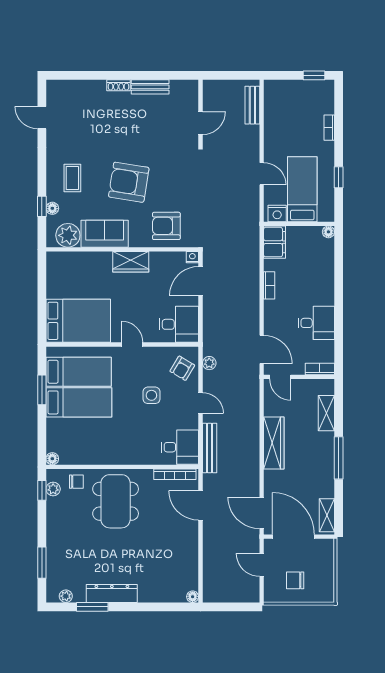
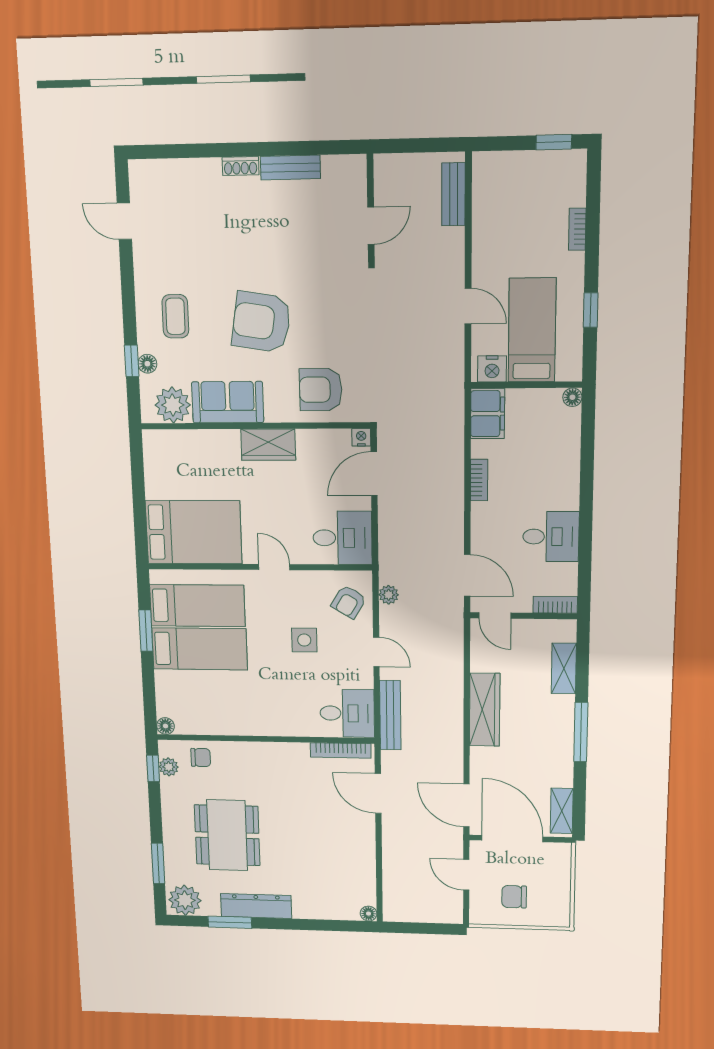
dining table: (116, 501) -> (227, 835), moved
plant: (66, 596) -> (185, 900), width x1.88, depth x1.88

